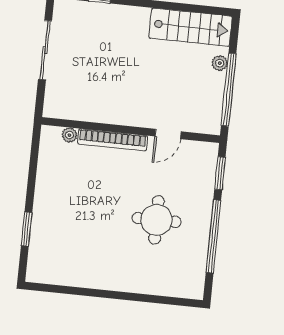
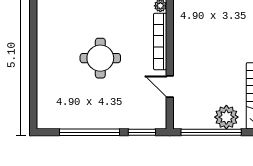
plant: (220, 63) -> (226, 117), width x1.87, depth x1.87
round table: (157, 220) -> (100, 58), moved

